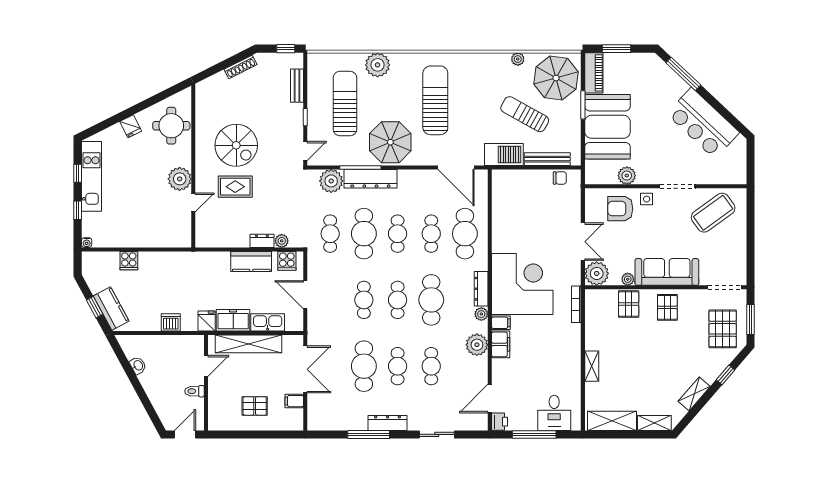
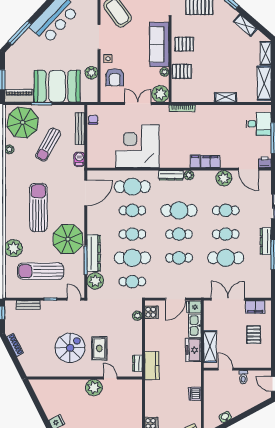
sun lounger: (435, 100) -> (38, 207), turned 90
round table: (171, 126) -> (56, 394), removed
barbecue: (504, 154) -> (79, 159), width x0.53, depth x0.65
dresser: (262, 241) -> (137, 363), moved
kitchen counter: (251, 261) -> (152, 365), moved
corner desk: (522, 284) -> (137, 146), moved
fridge: (207, 321) -> (194, 307), moved
shelving: (248, 344) -> (210, 347), width x0.68
plant: (477, 345) -> (224, 178), moved
filing cabinet: (294, 401) -> (255, 307), width x2.00

